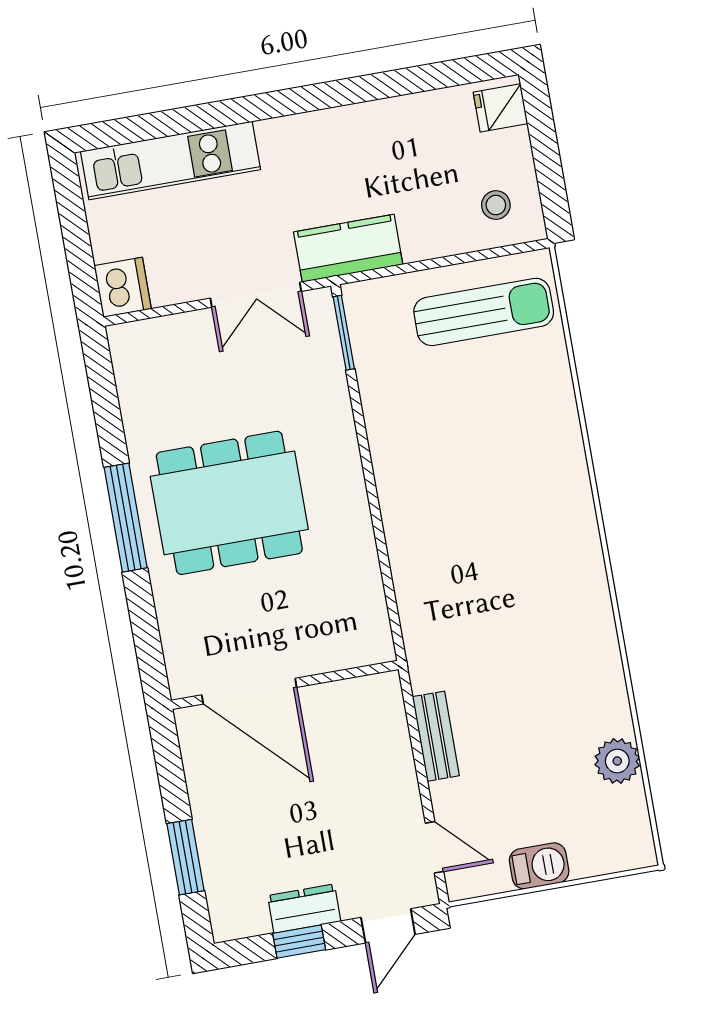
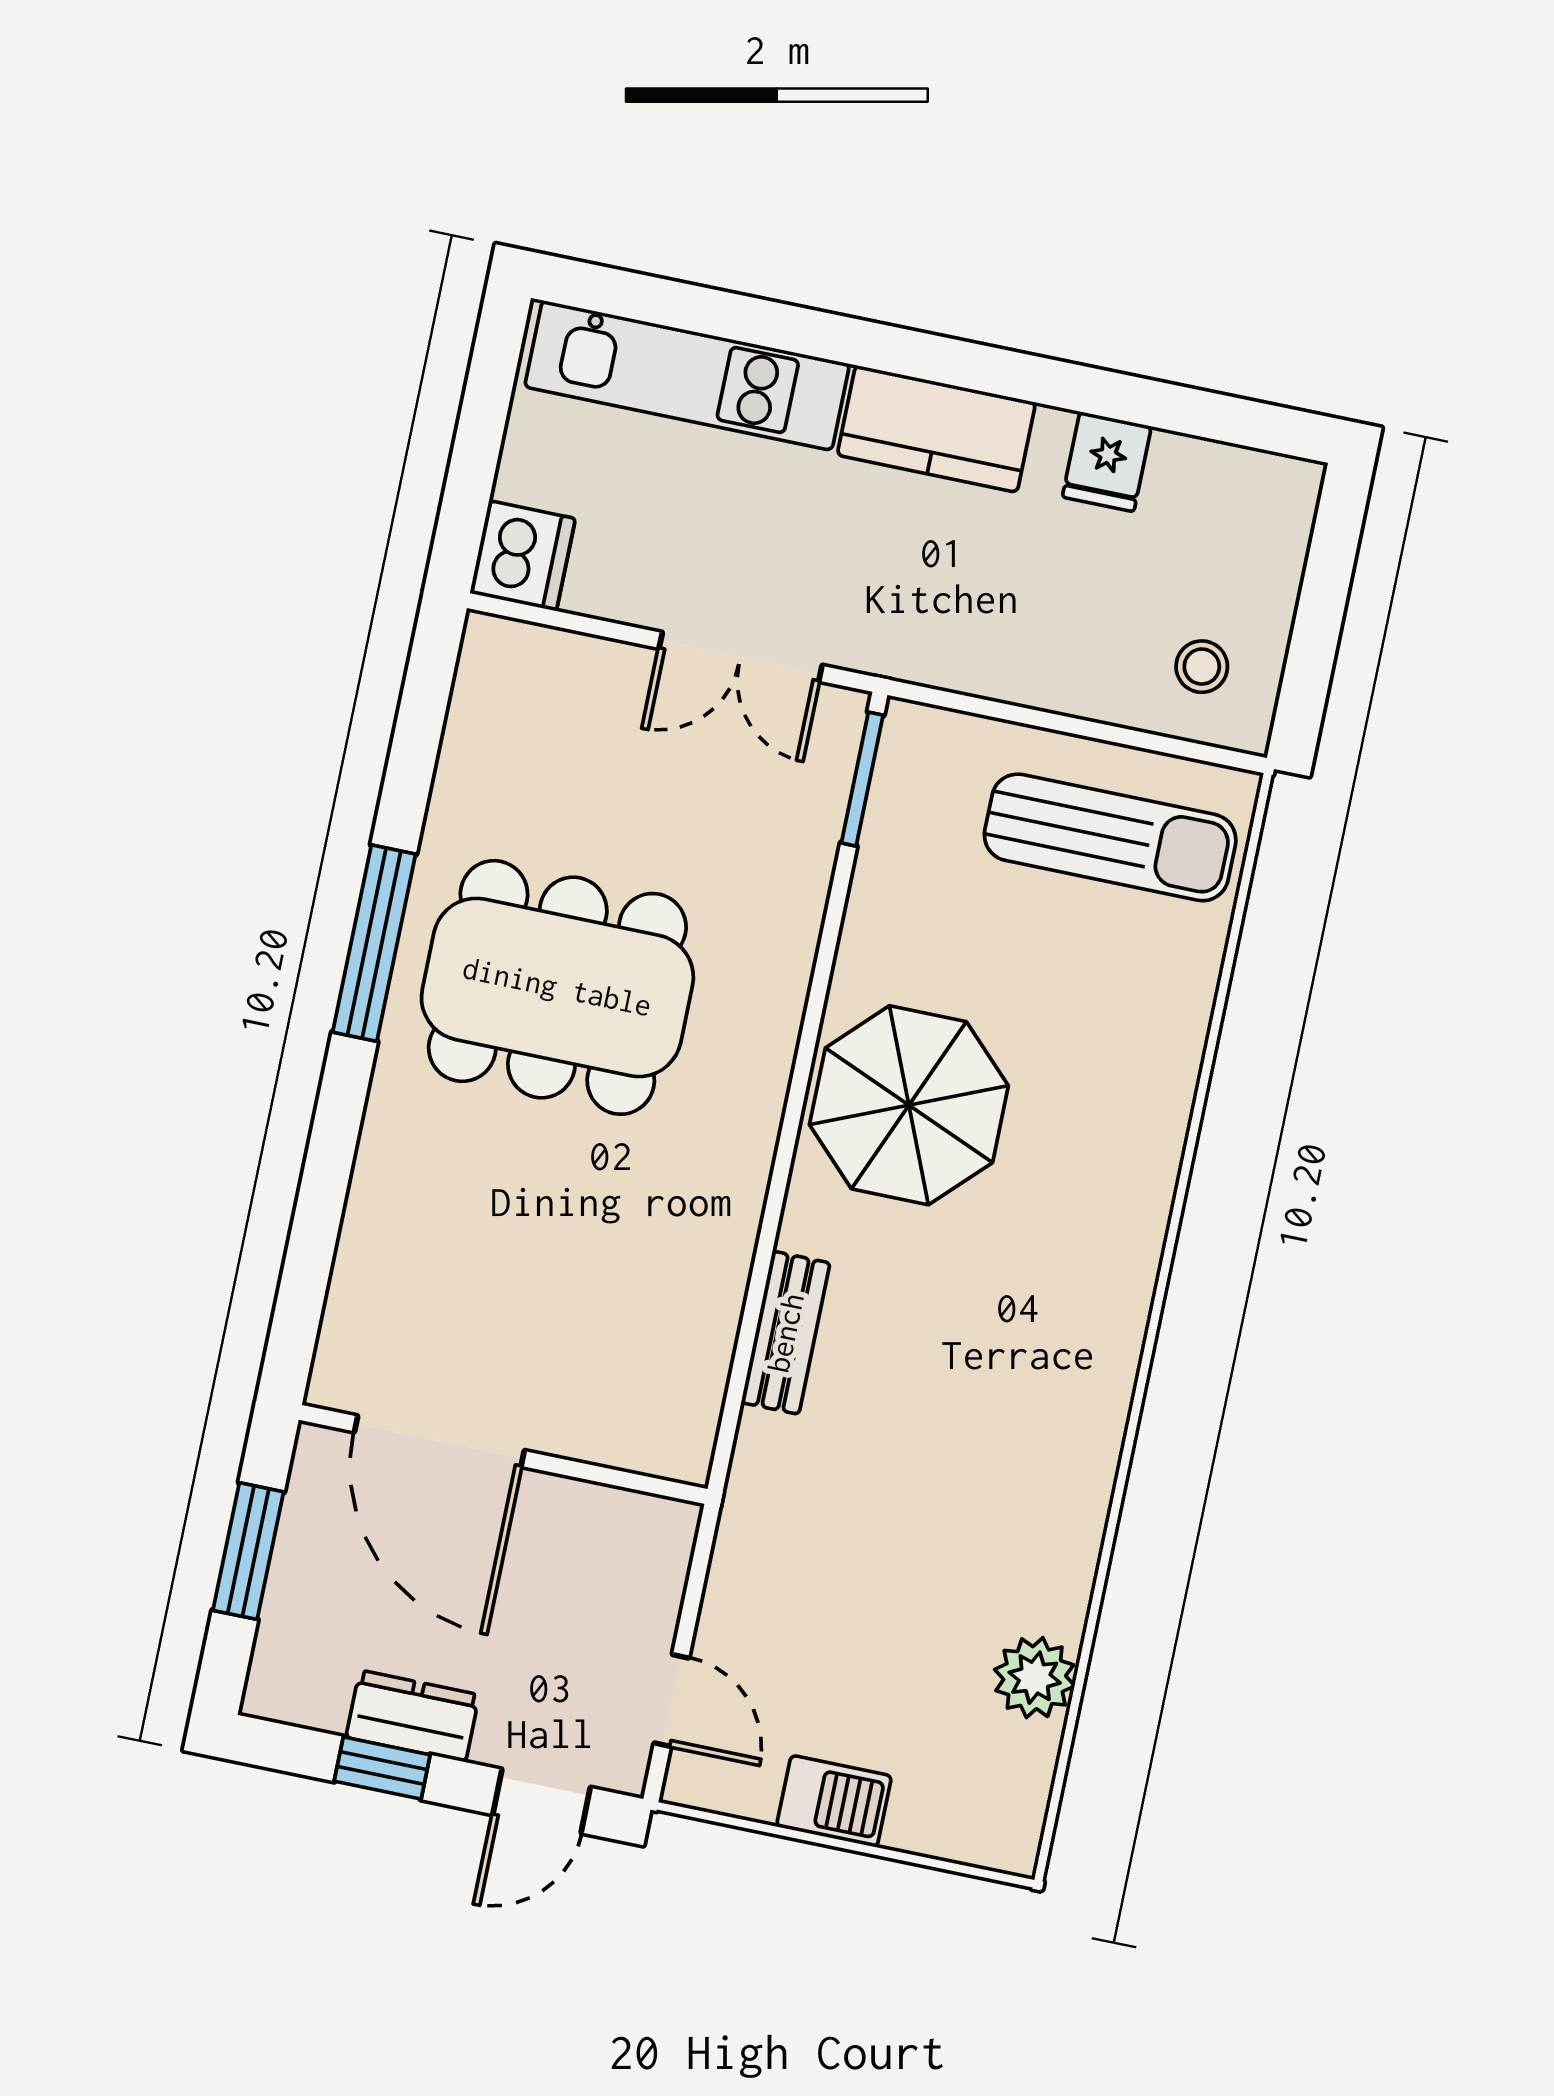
fridge: (501, 108) -> (1107, 462), moved, turned -90
kitchen counter: (348, 248) -> (936, 429), moved, turned 180
parasol: (435, 491) -> (909, 1105), added
wall: (285, 685) -> (503, 1454), moved
door: (249, 691) -> (439, 1441), moved
bench: (436, 736) -> (786, 1333), moved

